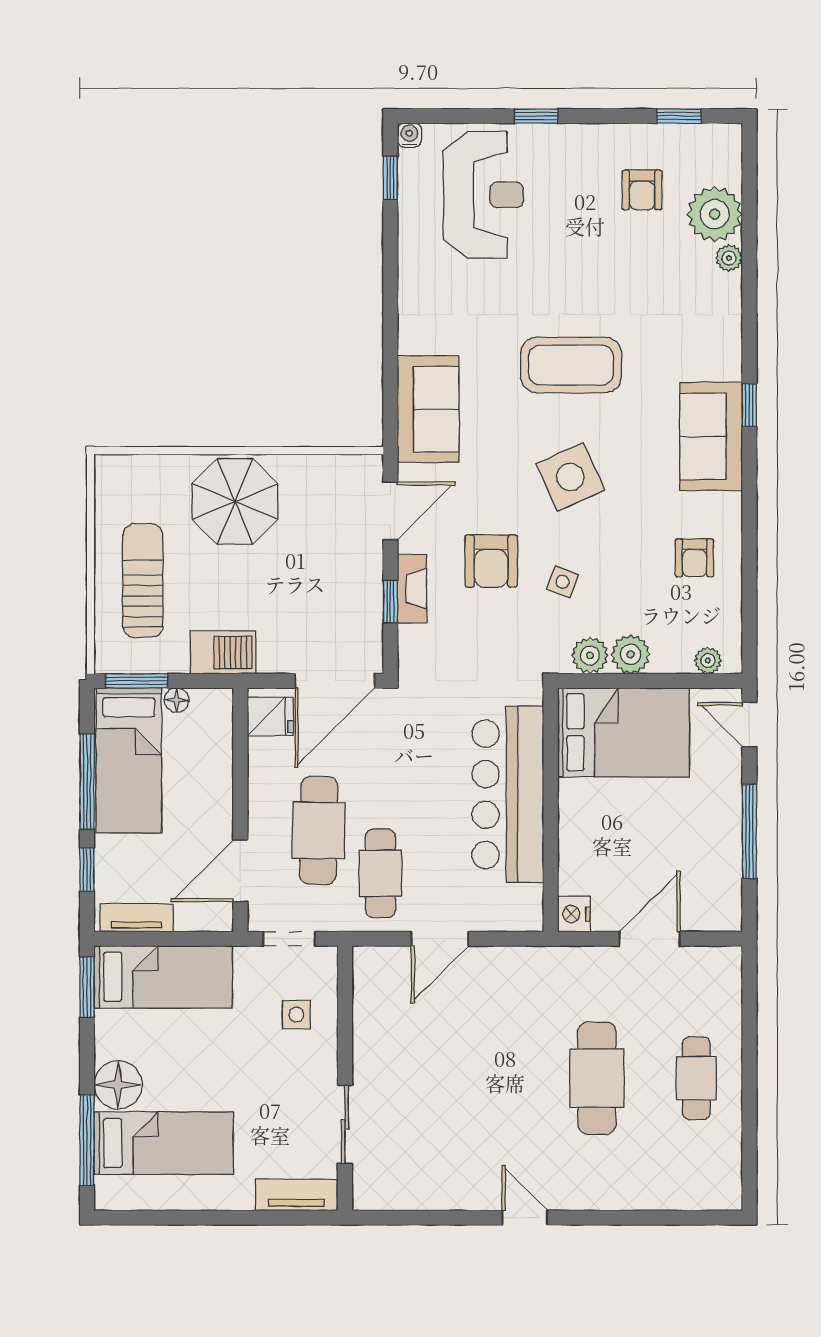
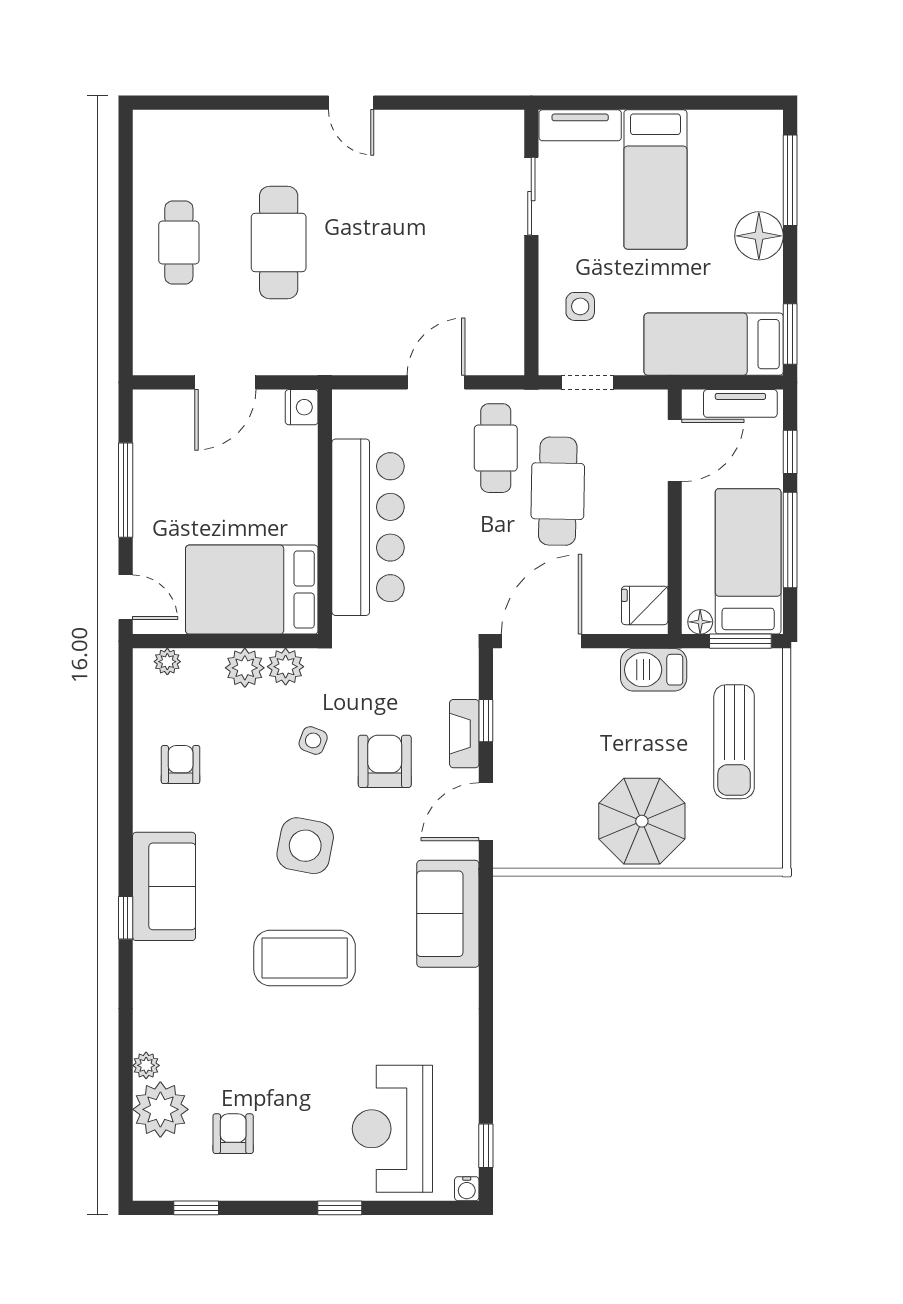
side table: (570, 477) -> (305, 846), turned 35
fridge: (270, 717) -> (645, 605), moved
wall: (240, 810) -> (675, 512), moved
door: (240, 871) -> (675, 451), moved
bed: (164, 1143) -> (655, 179), moved, turned -90

